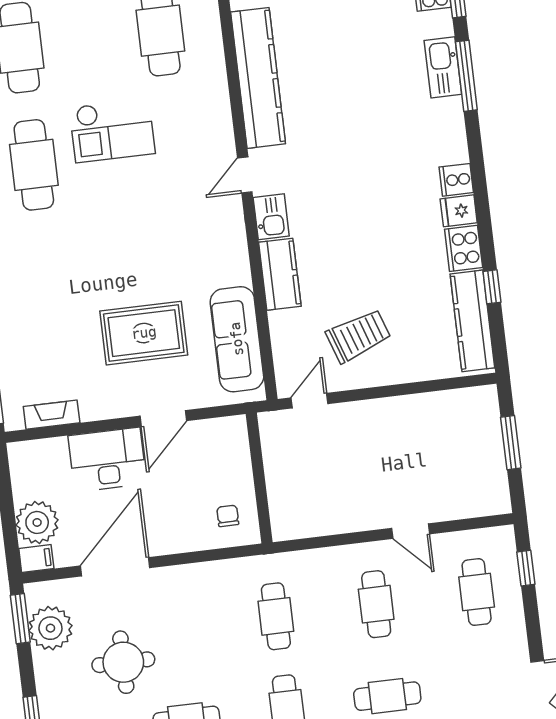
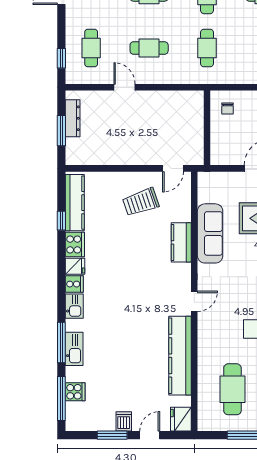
kitchen sink: (271, 217) -> (74, 306), moved, turned 180
sofa: (237, 339) -> (210, 233), moved
dresser: (494, 466) -> (73, 118), added
cafe table: (376, 604) -> (149, 48), turned 90

